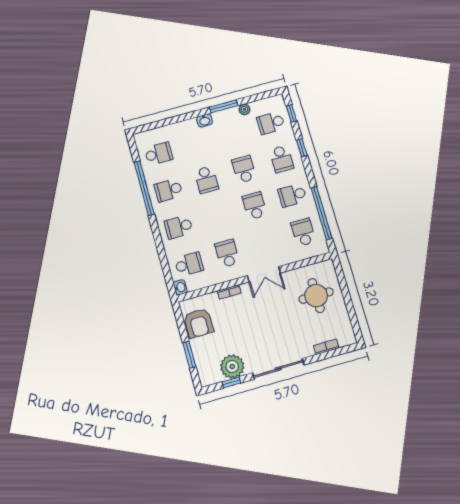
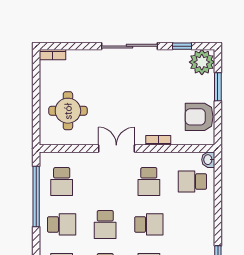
school desk: (179, 227) -> (149, 224), moved
armchair: (199, 323) -> (199, 117), turned -90
bookcase: (326, 347) -> (53, 55), moved
plant: (232, 366) -> (202, 62), moved

